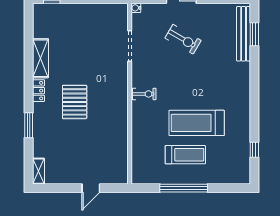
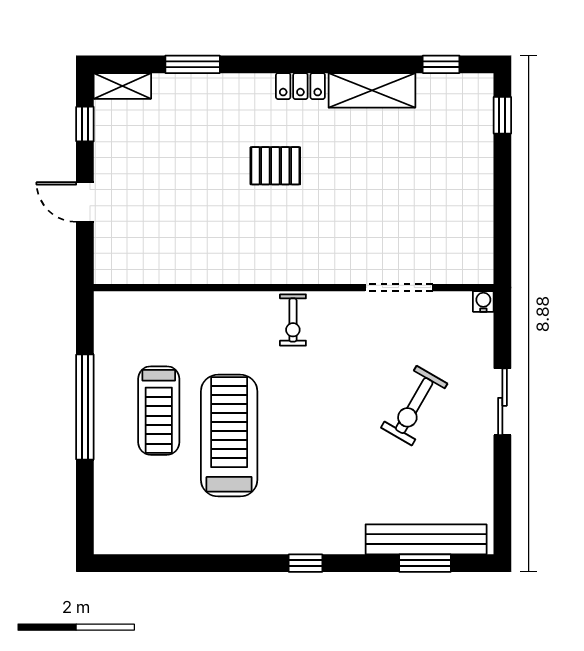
window: (29, 27) -> (441, 64), added
pallet: (75, 102) -> (275, 166), width x0.67, depth x0.71
window: (29, 125) -> (193, 64), moved
window: (254, 150) -> (305, 563), moved
window: (56, 188) -> (85, 124), added

